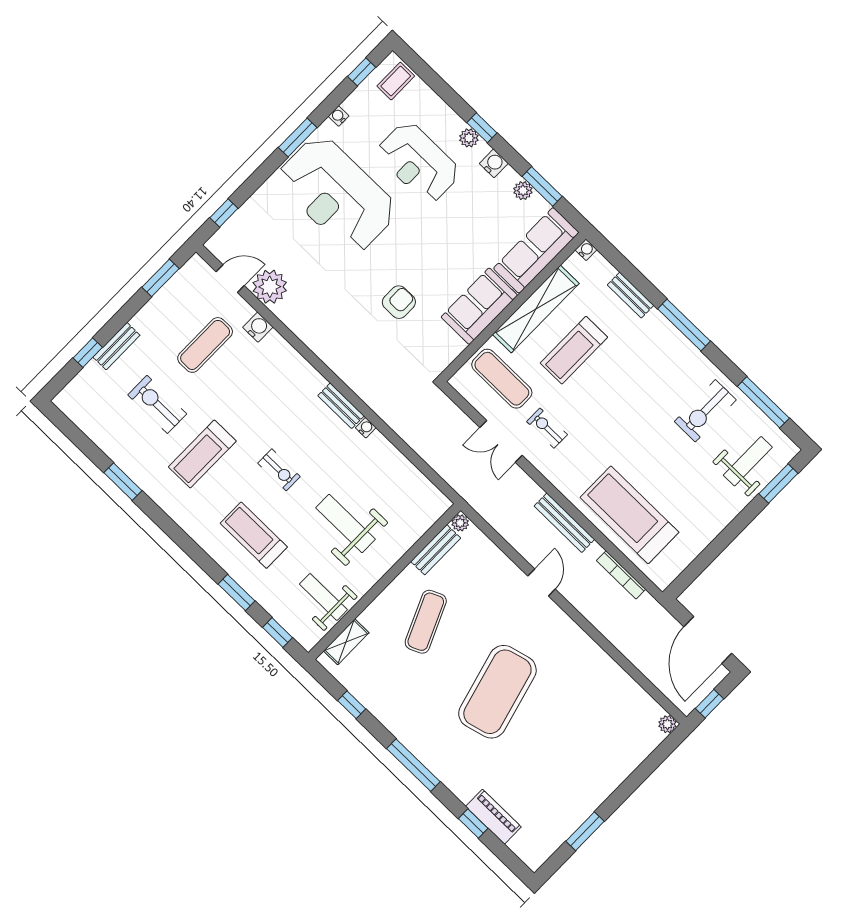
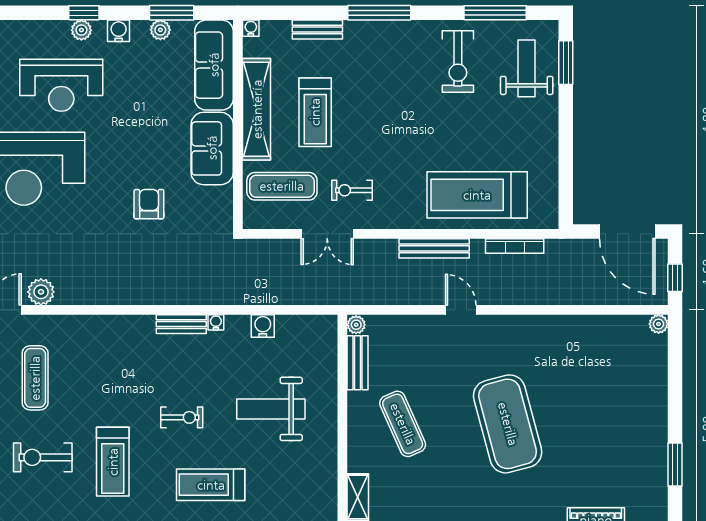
plant: (270, 287) -> (41, 292), width x0.73, depth x0.73
water cooler: (258, 327) -> (263, 326), moved
weight bench: (323, 597) -> (308, 480), removed

